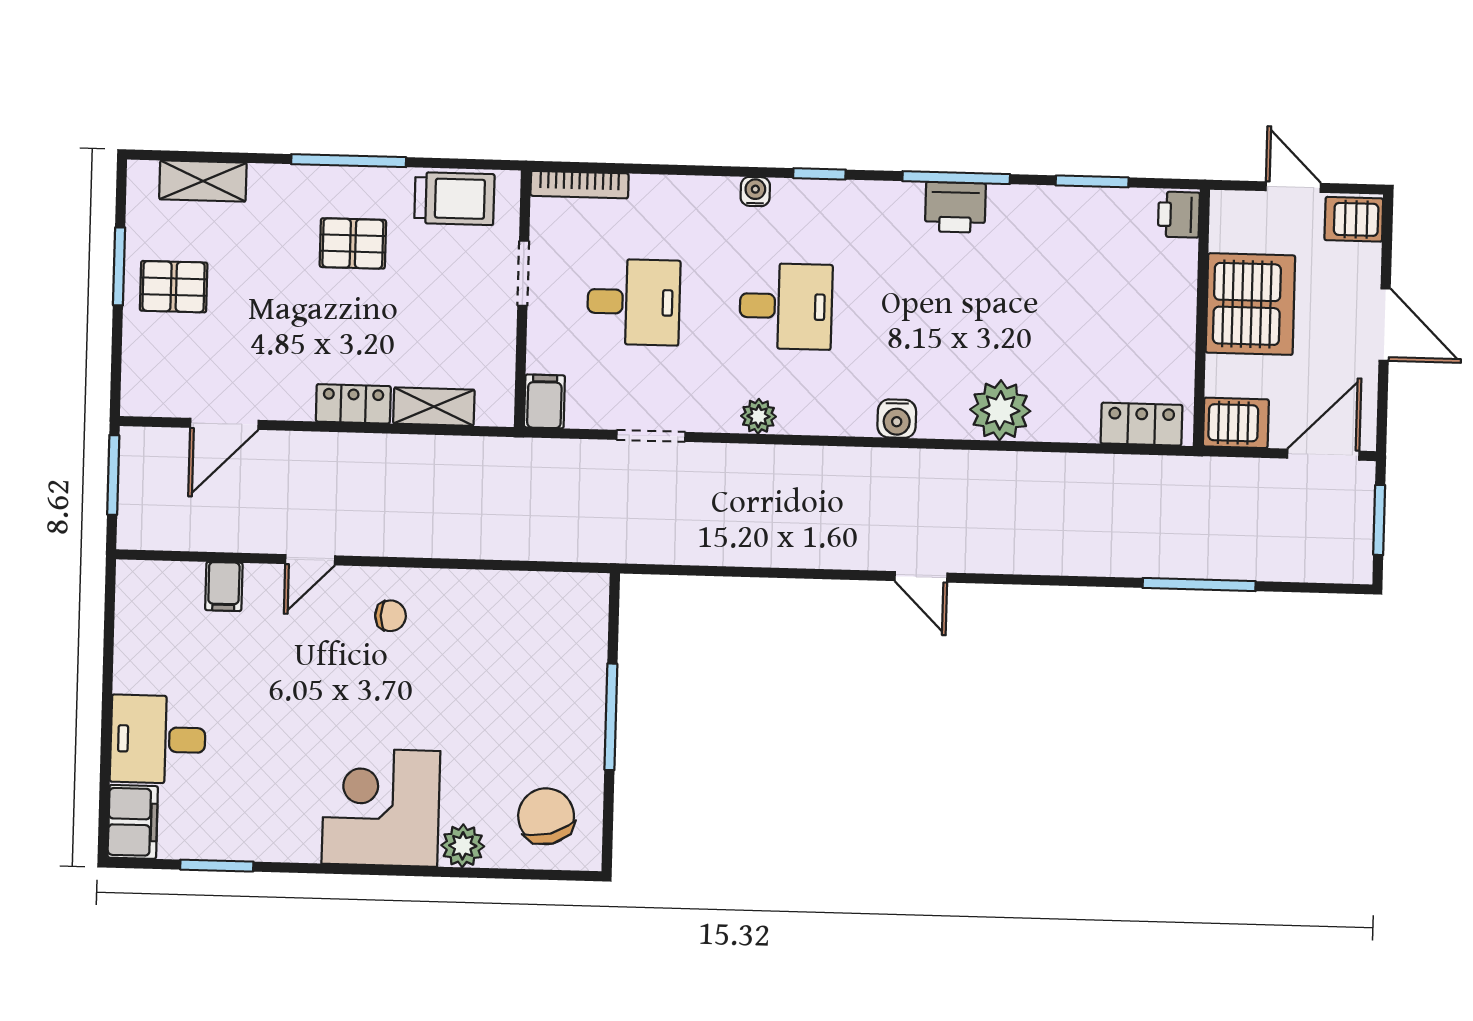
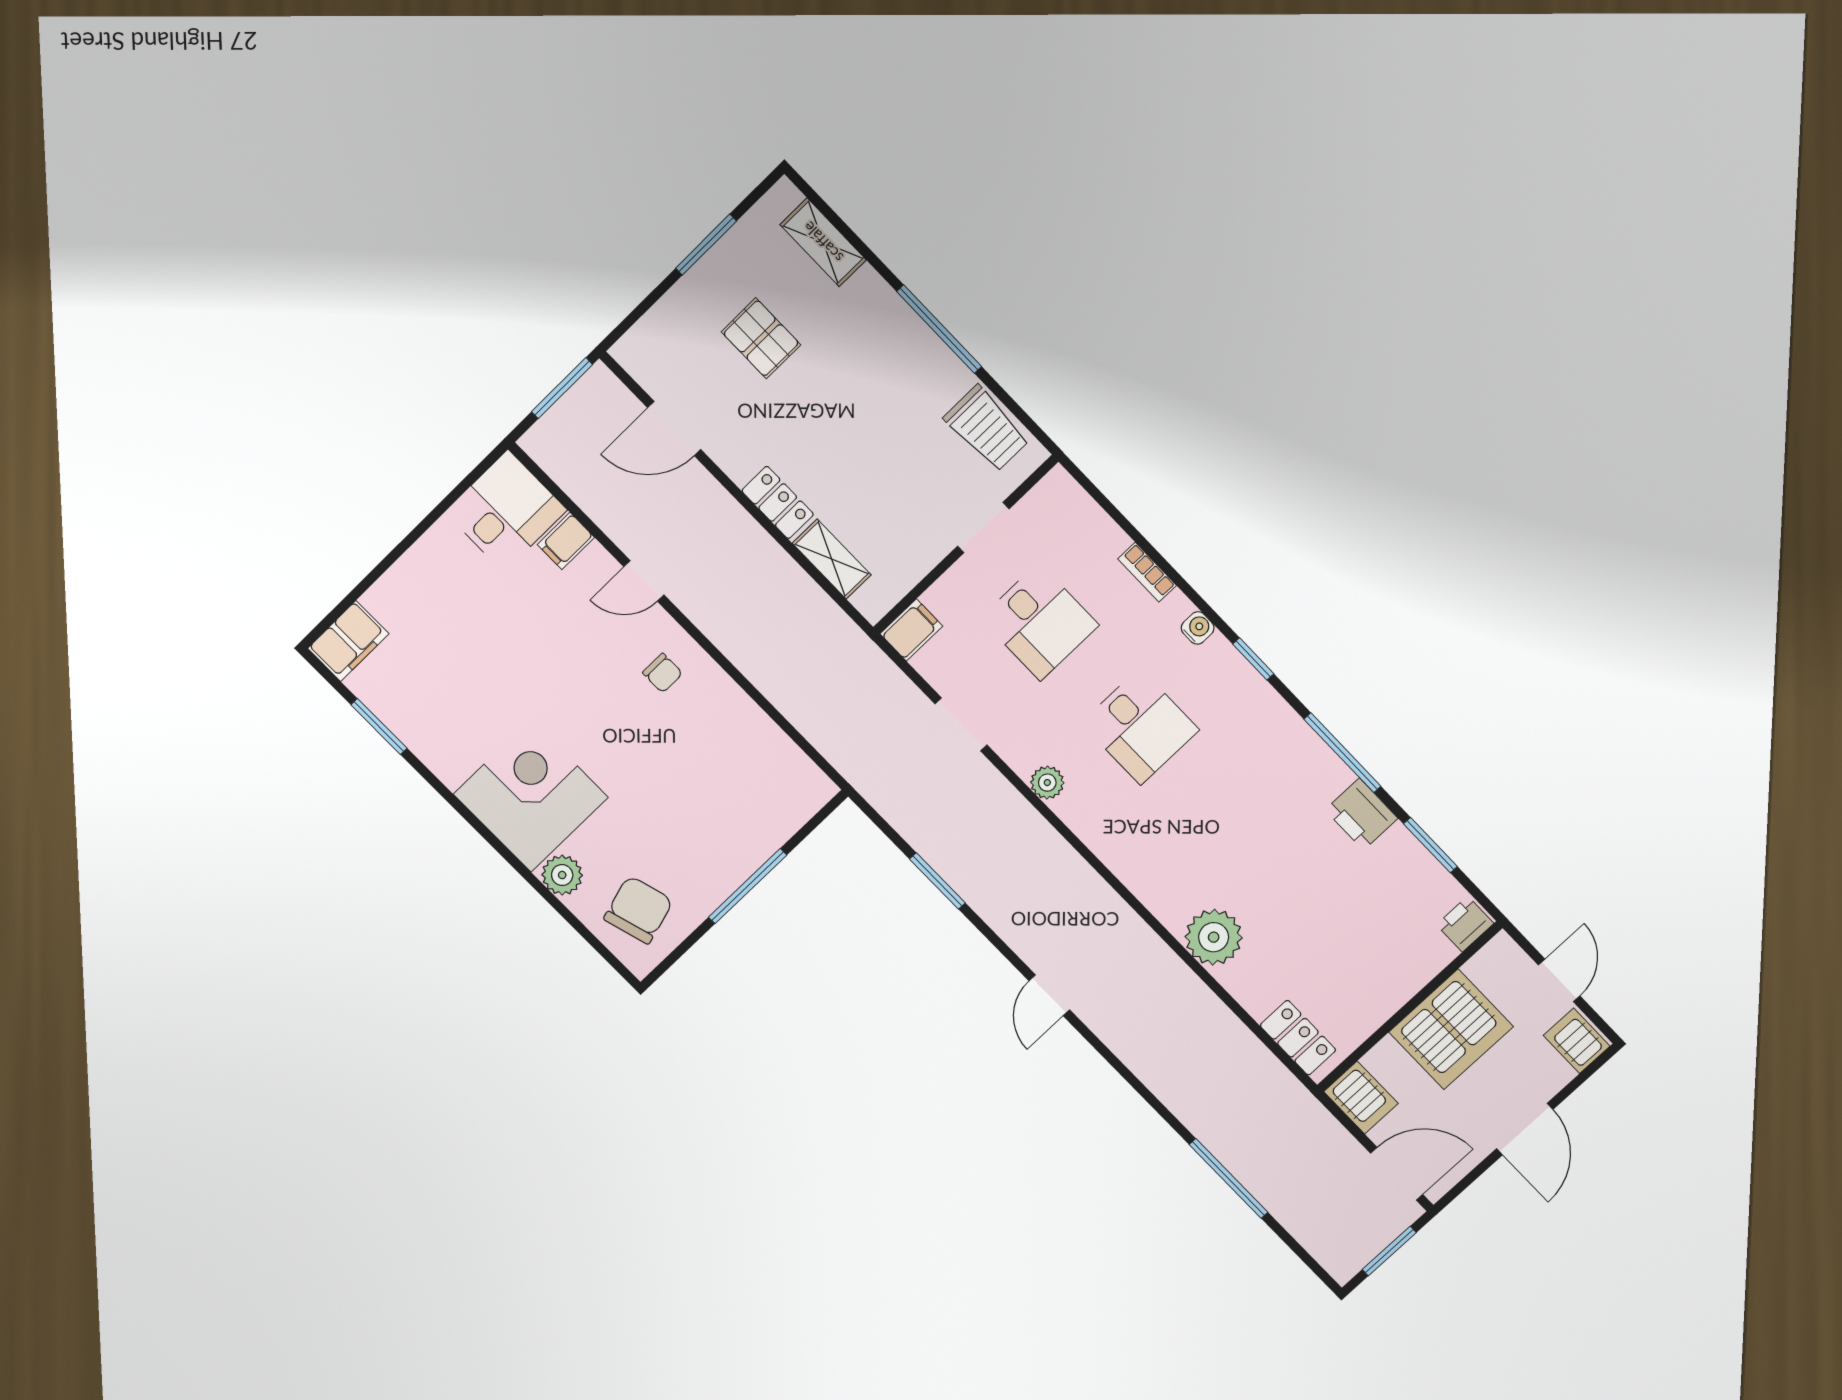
bookcase: (580, 185) -> (1147, 572), moved, width x0.64
printer: (955, 207) -> (1361, 814), moved
pallet: (353, 243) -> (886, 390), removed
pallet: (174, 287) -> (761, 338), moved
water cooler: (897, 419) -> (1139, 875), removed
window: (750, 572) -> (937, 881), added
desk: (158, 739) -> (506, 511), moved, turned 90

